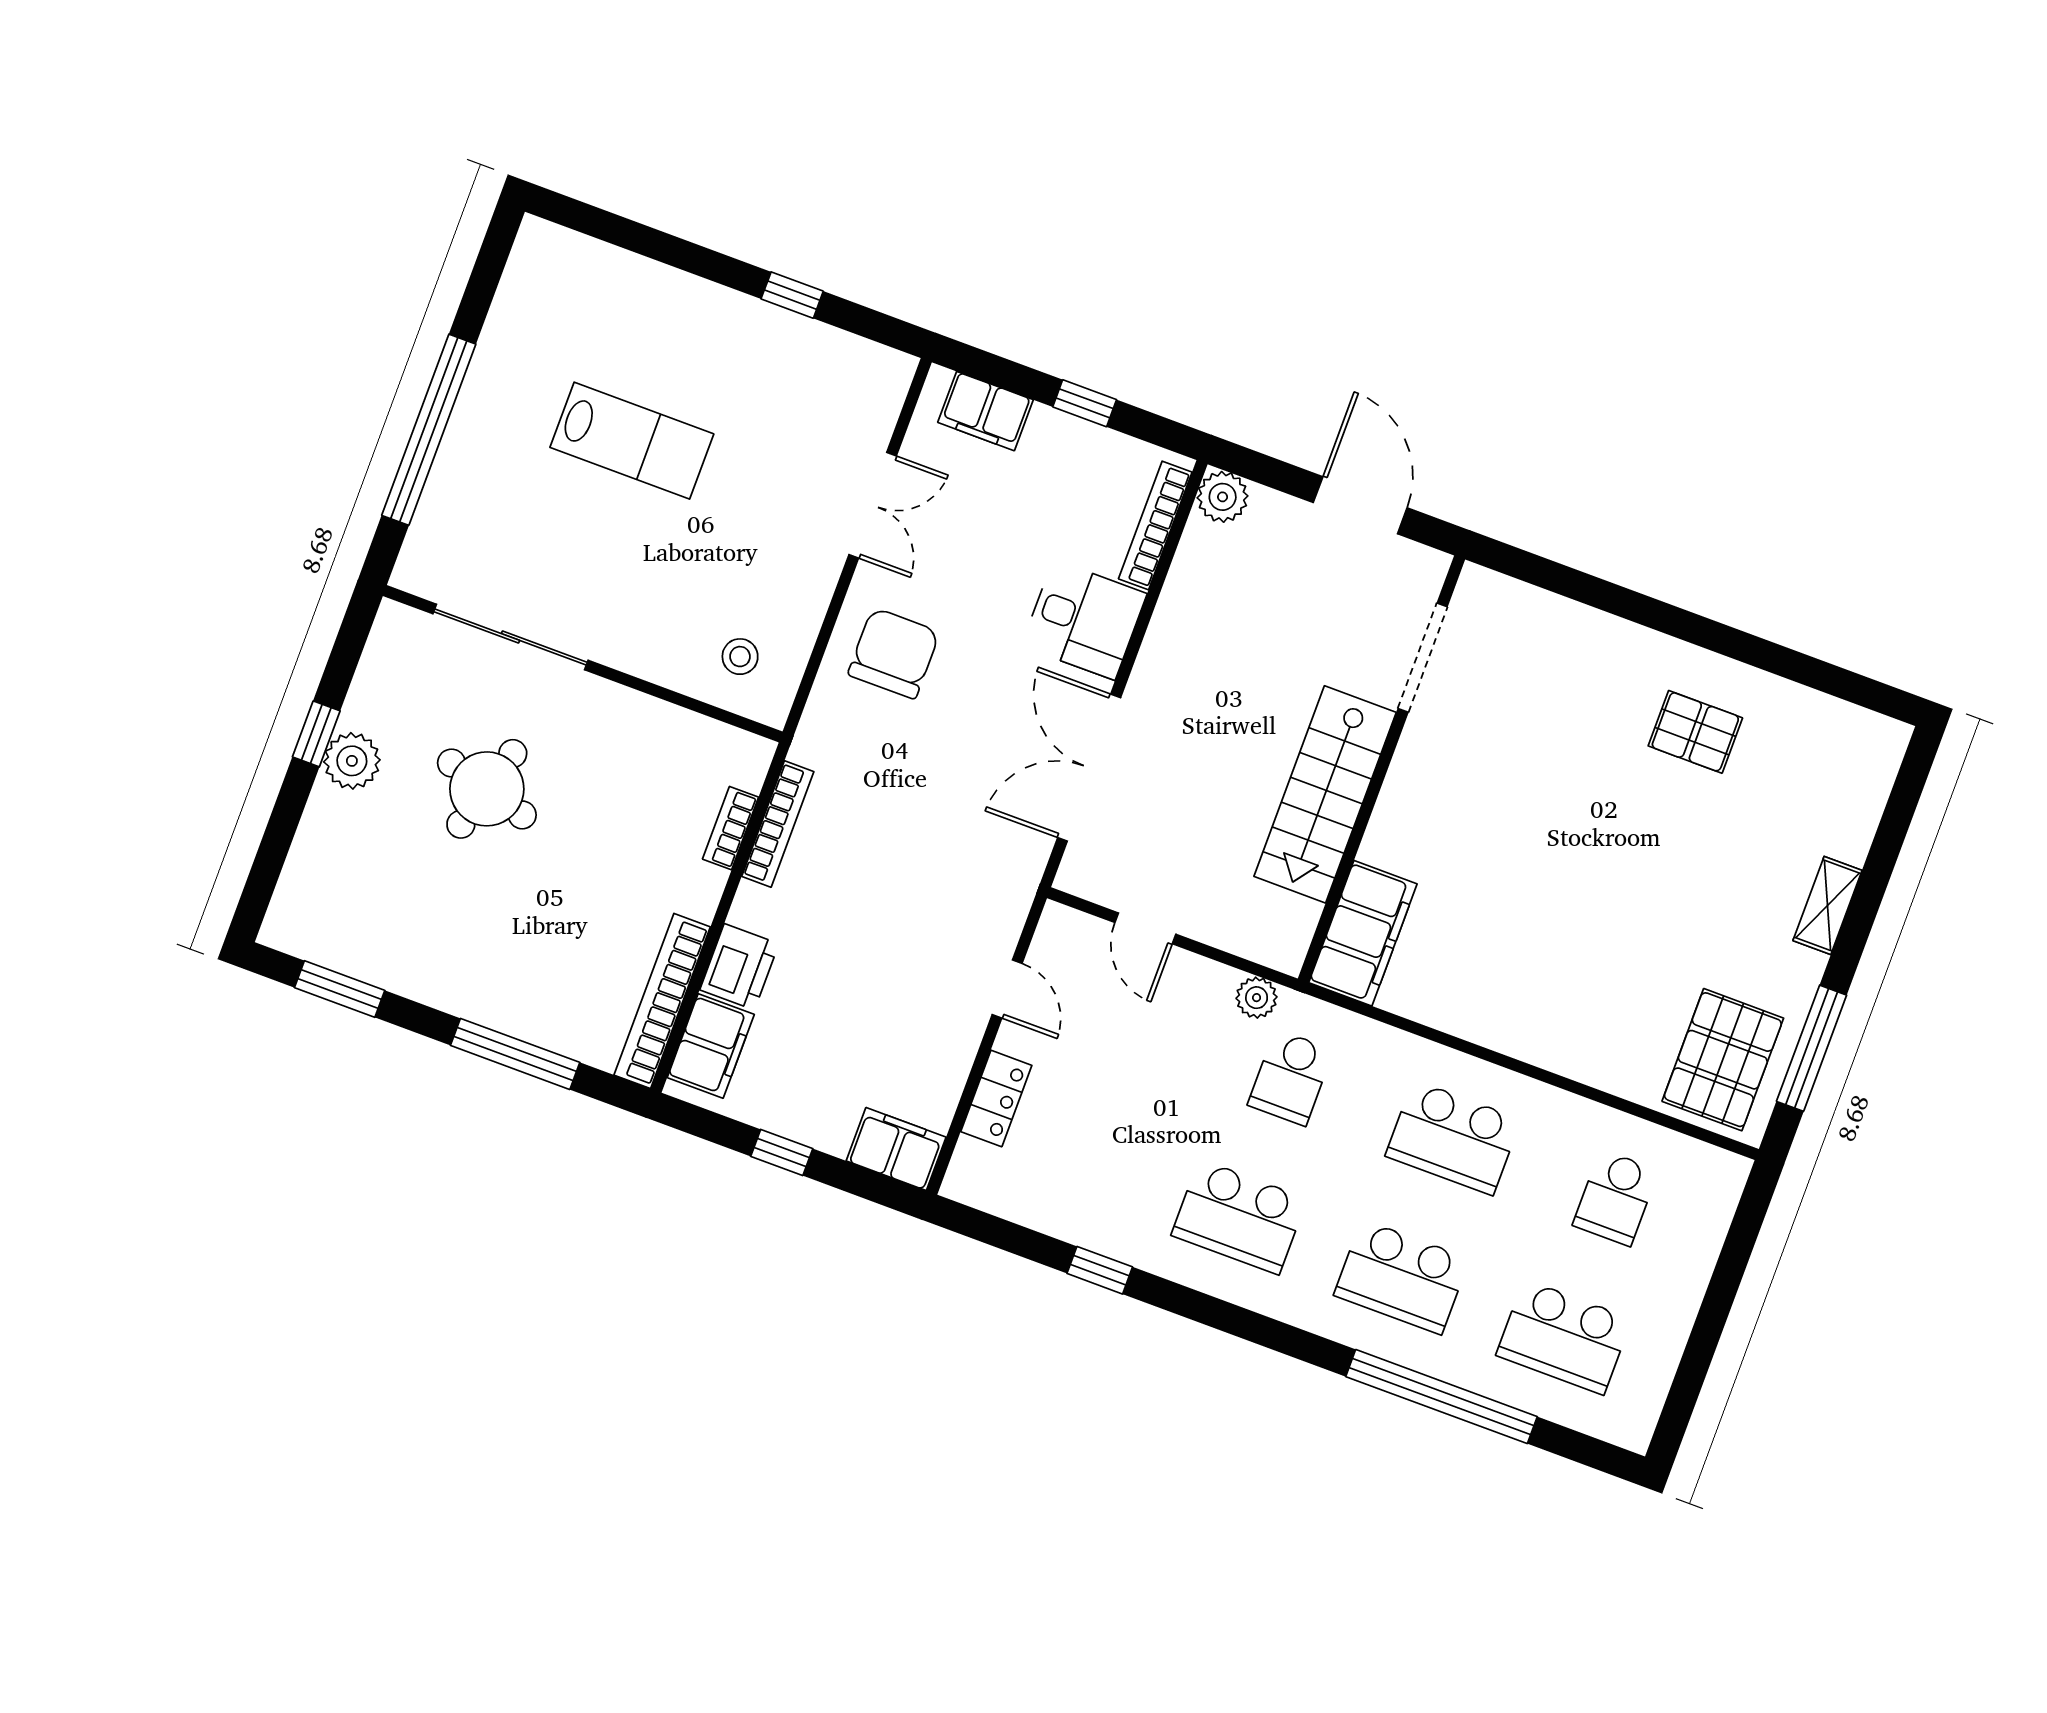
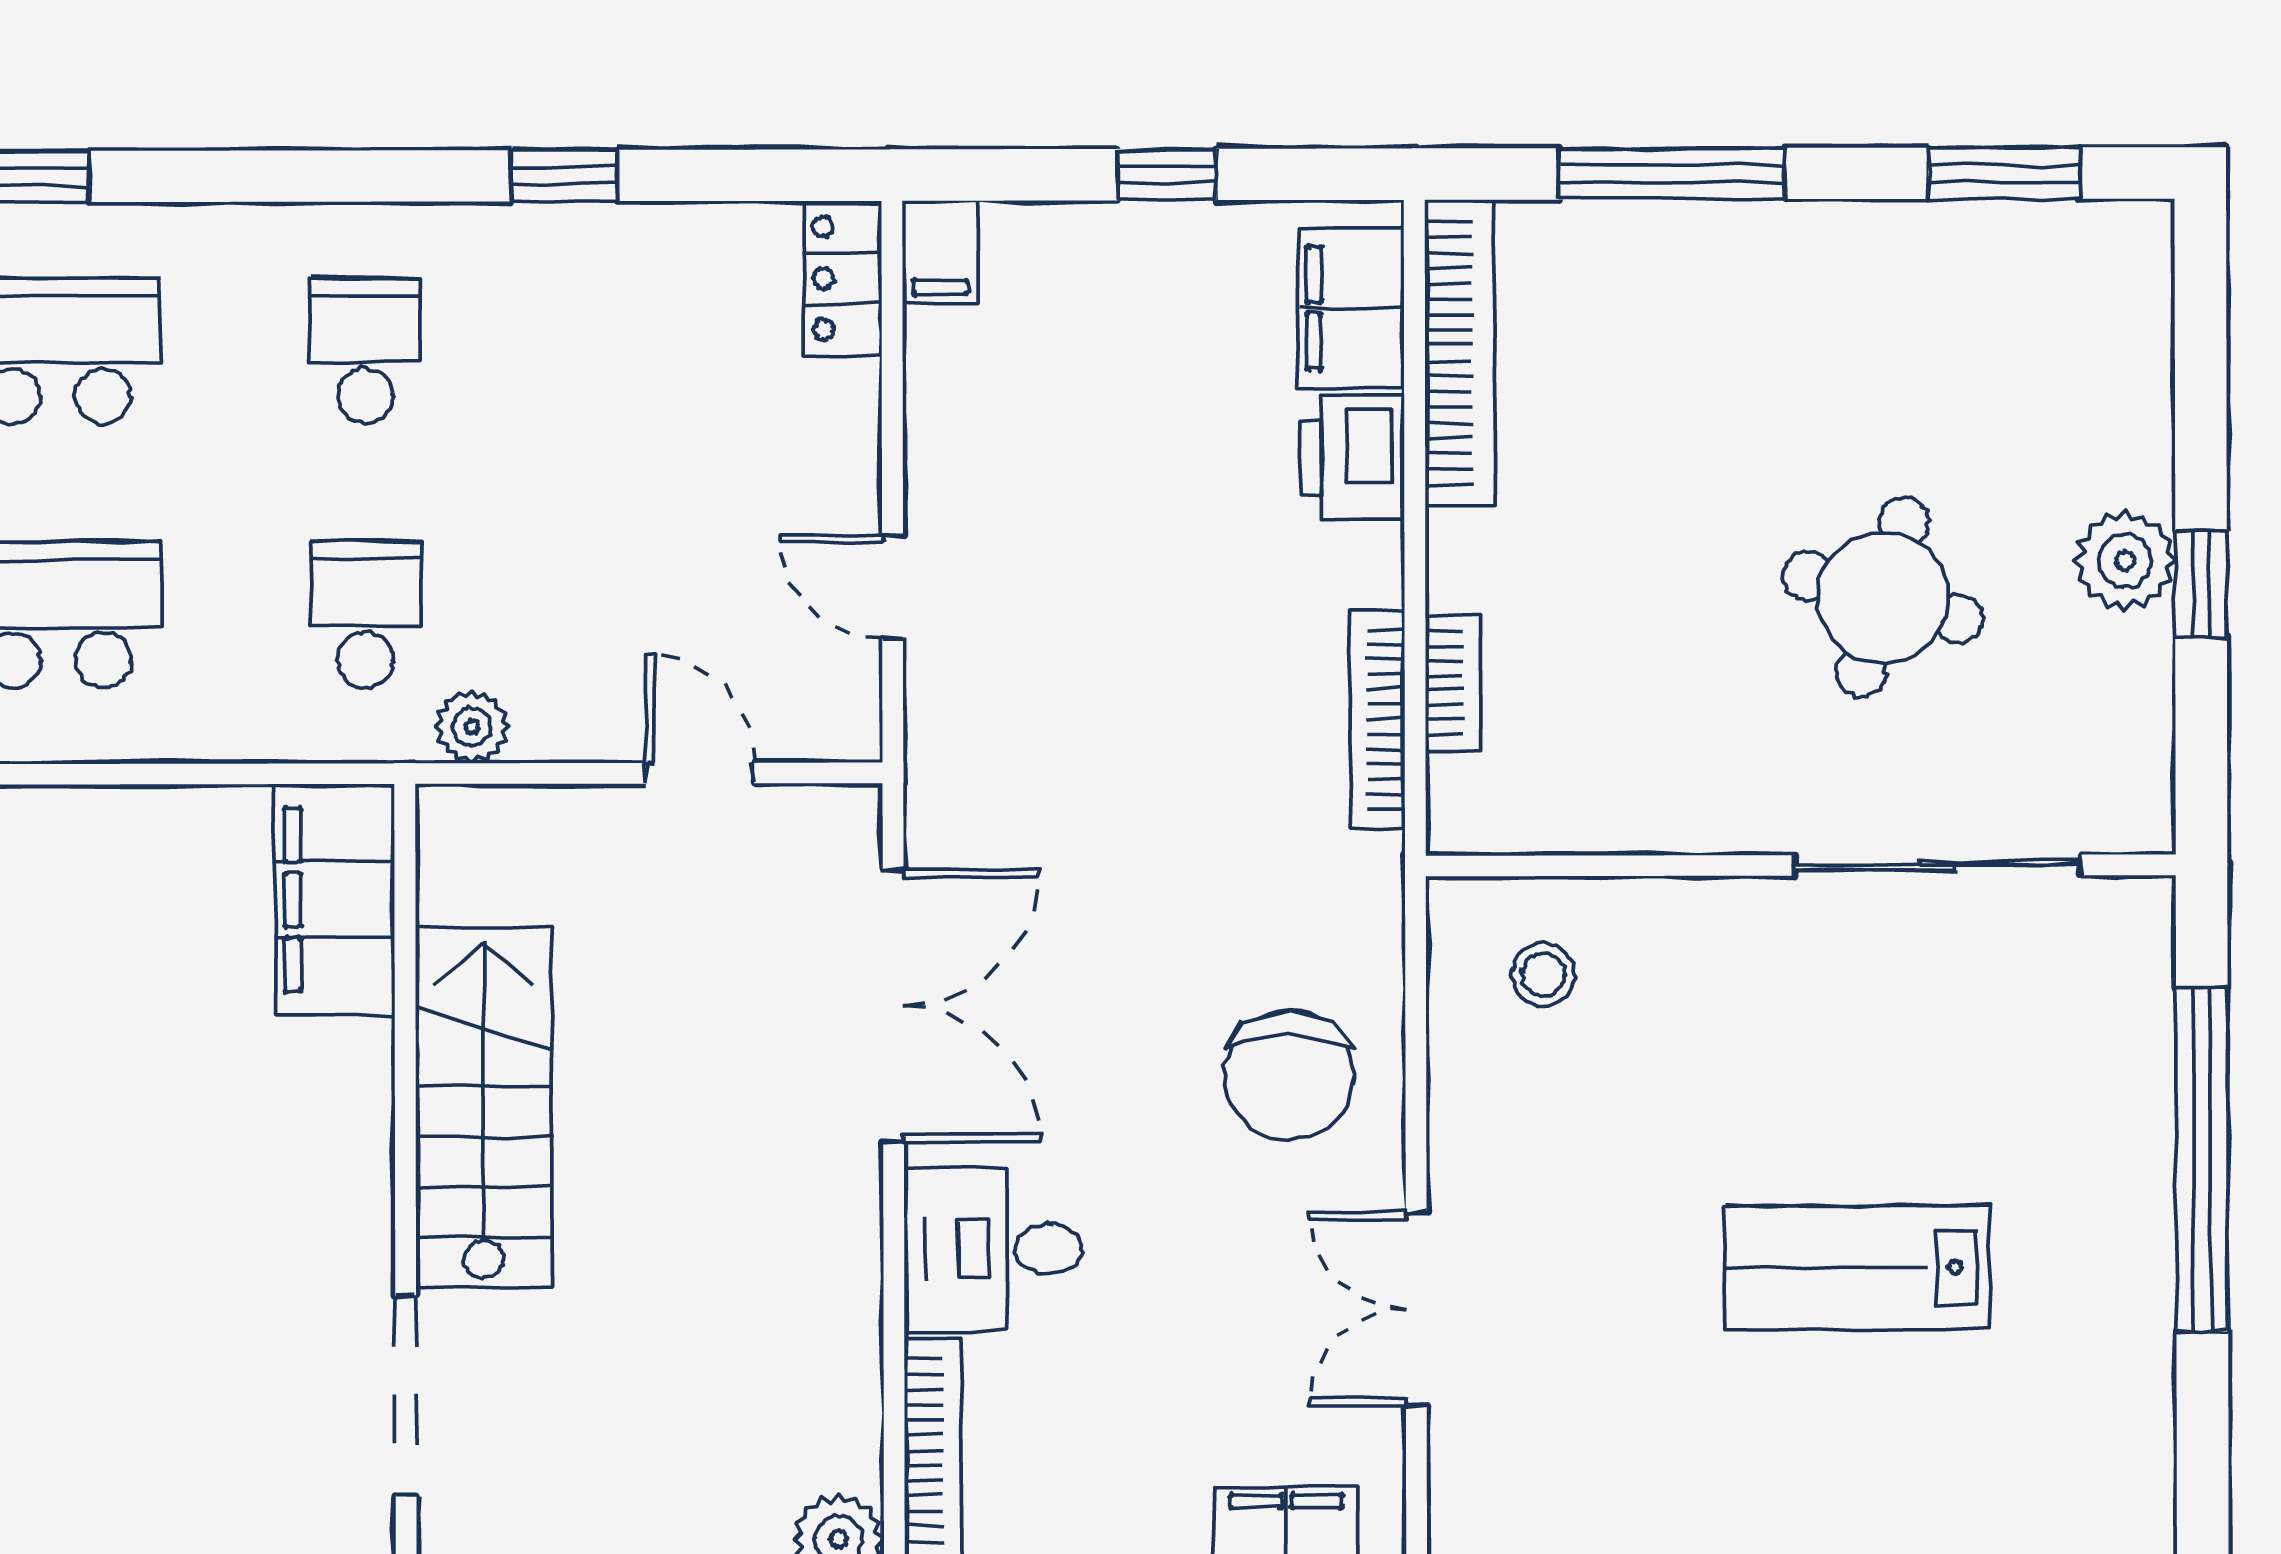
locker: (996, 1098) -> (843, 278), moved
filing cabinet: (896, 1149) -> (940, 251), width x0.50
school desk: (1239, 1217) -> (365, 351), width x0.54

